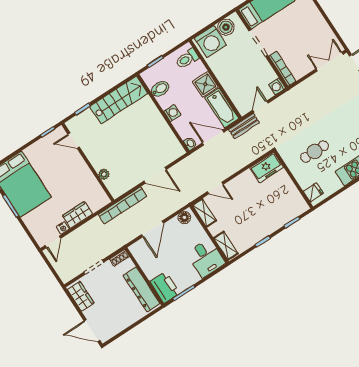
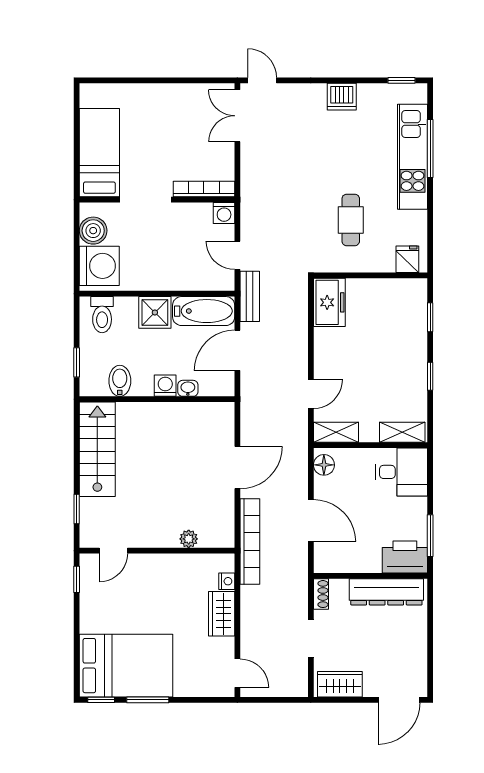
washbasin: (190, 143) -> (188, 388), moved
nightstand: (63, 228) -> (227, 581), moved

